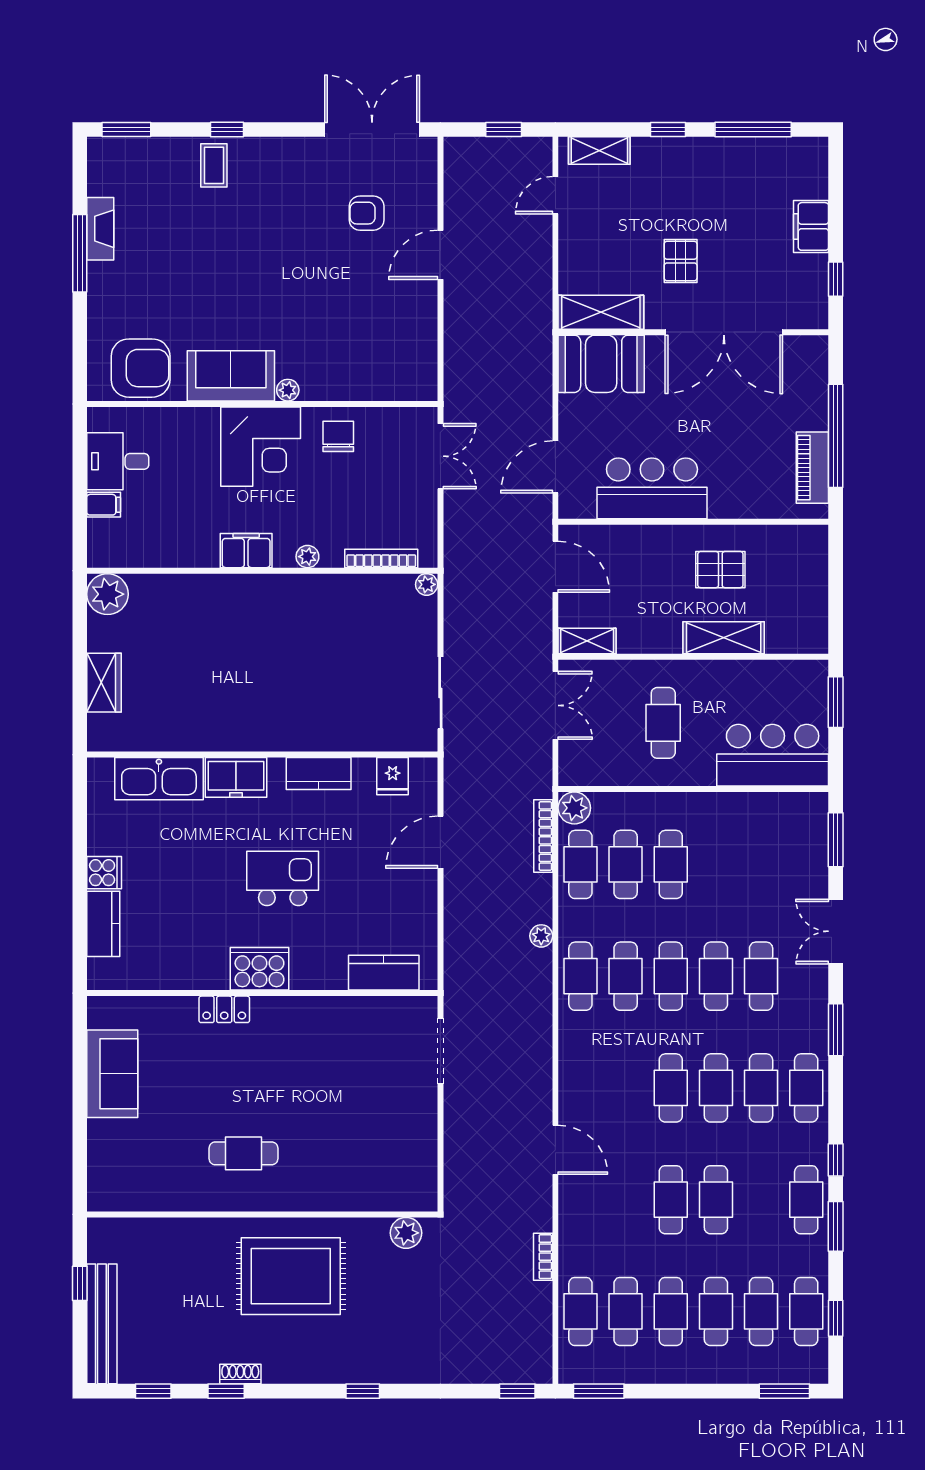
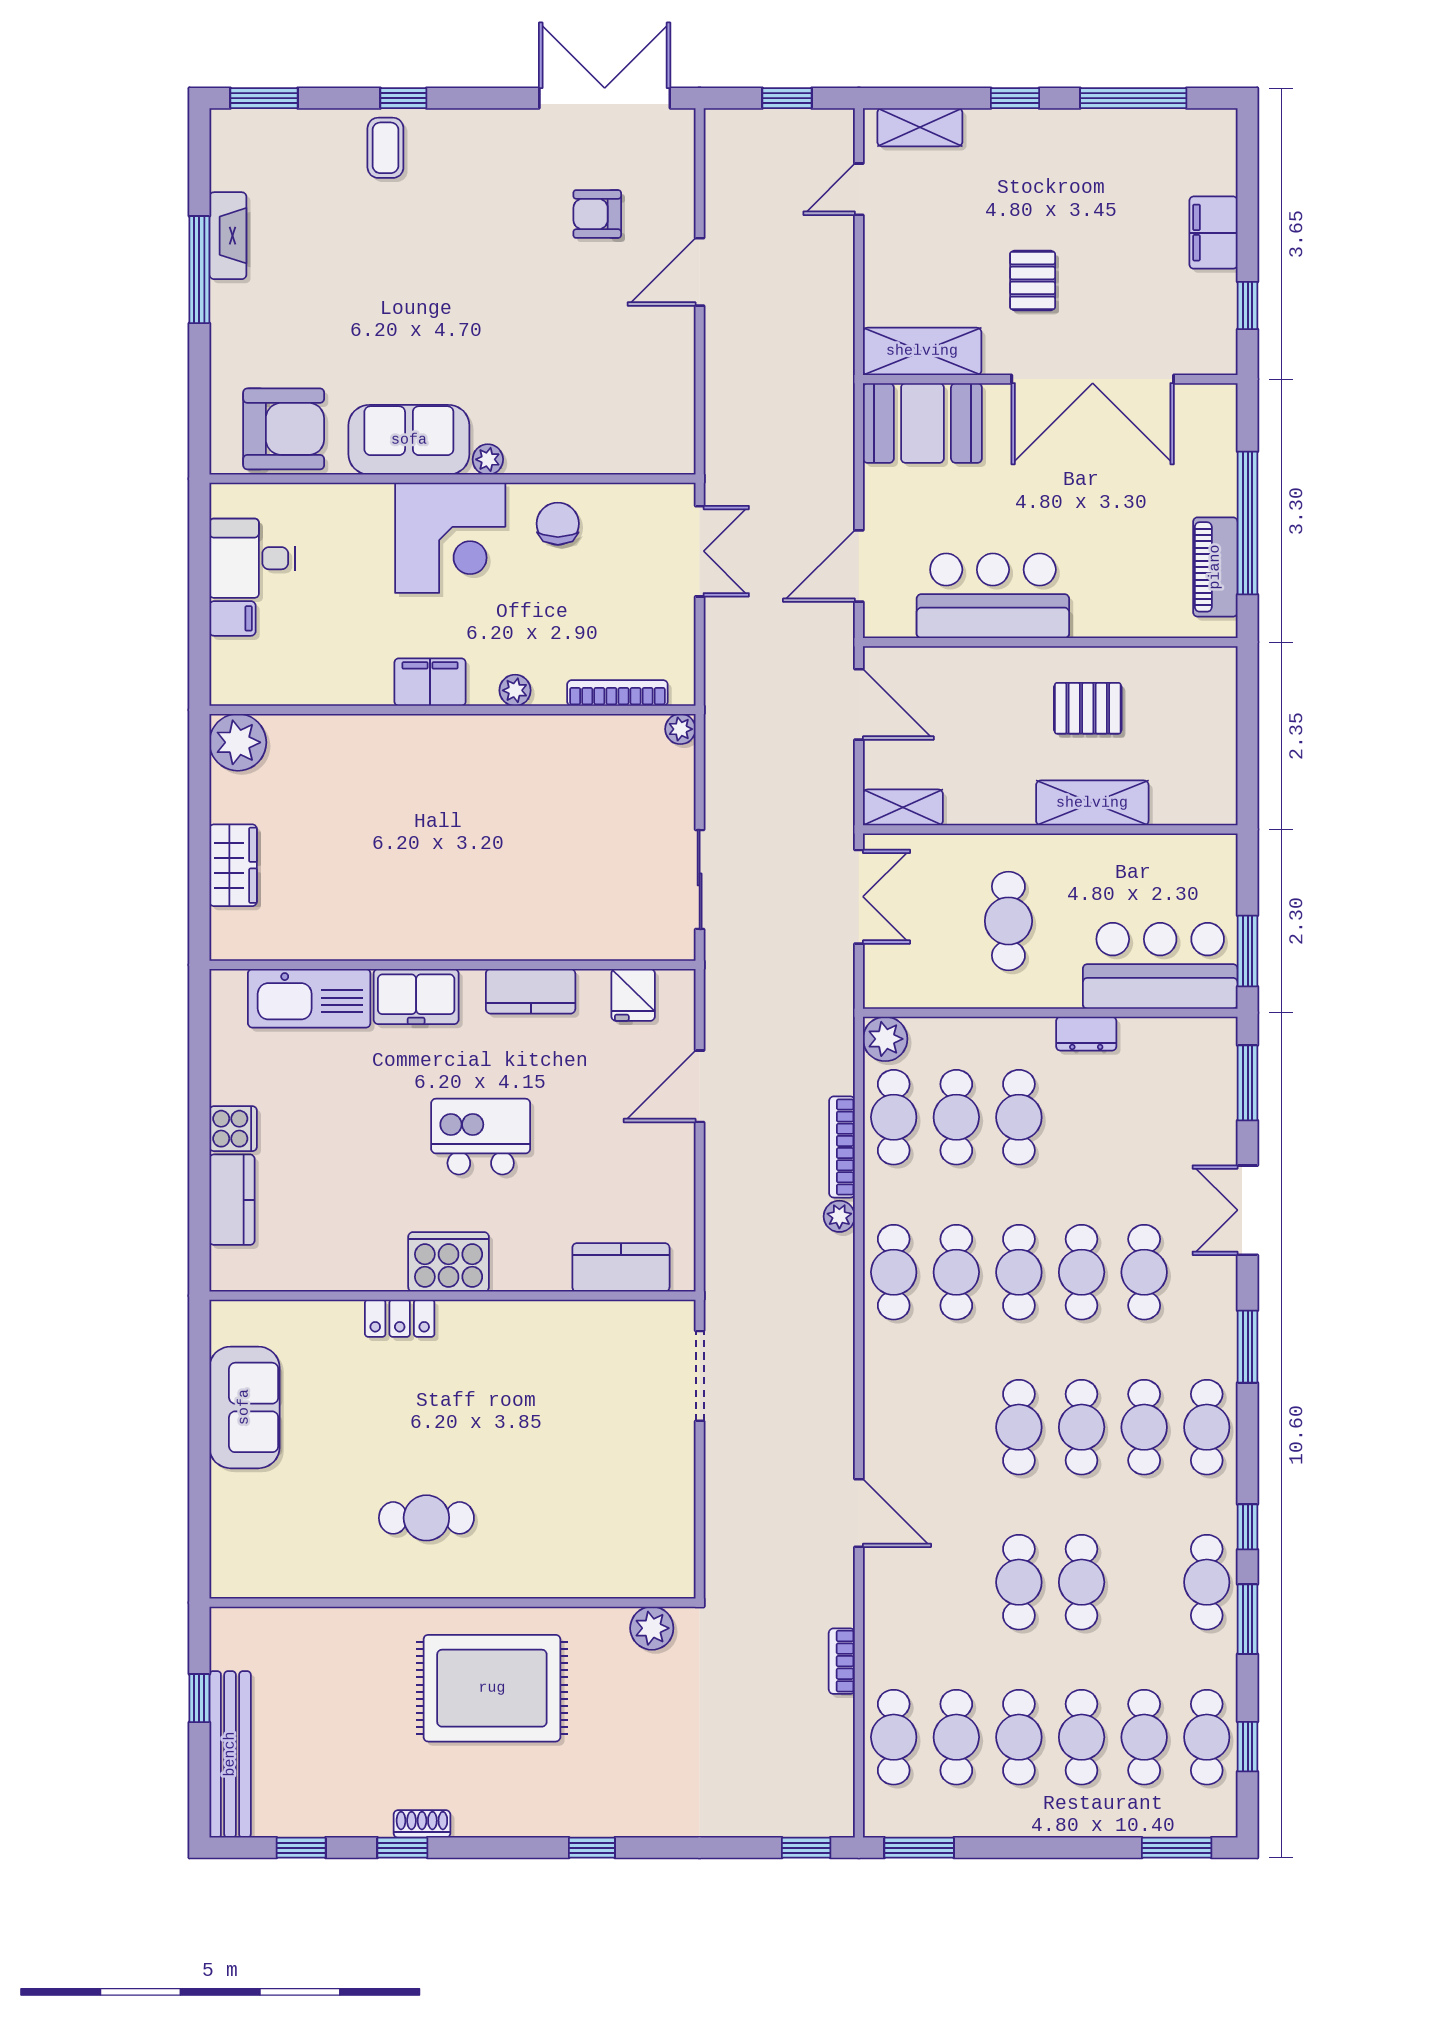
window: (836, 702) -> (1248, 951), moved
dresser: (719, 804) -> (1086, 1034), added
bookcase: (543, 836) -> (842, 1147), moved

